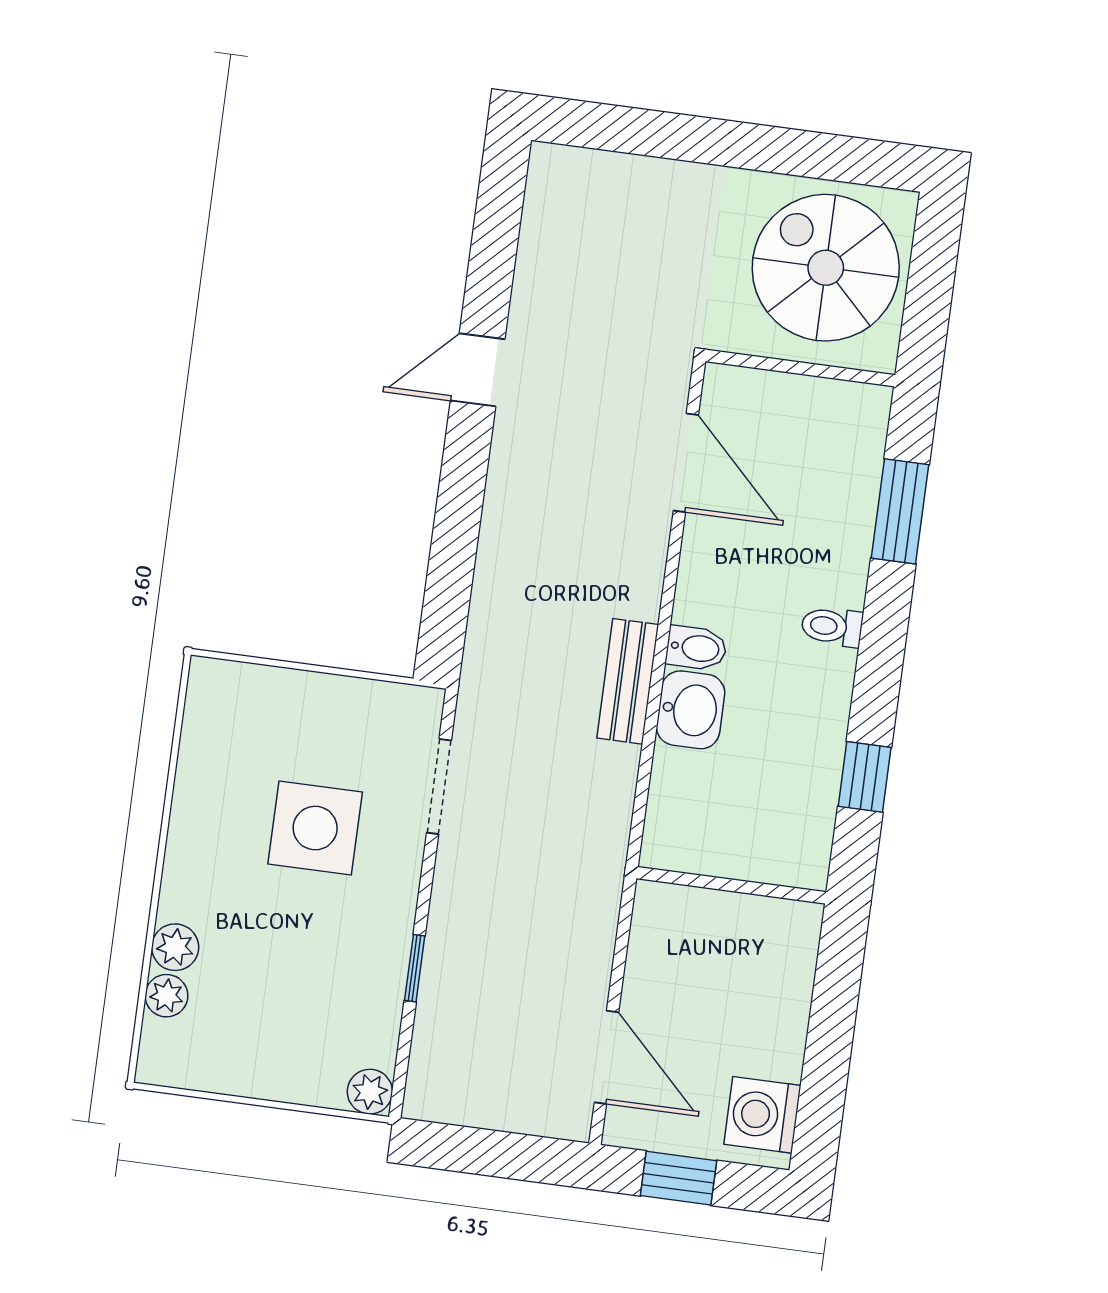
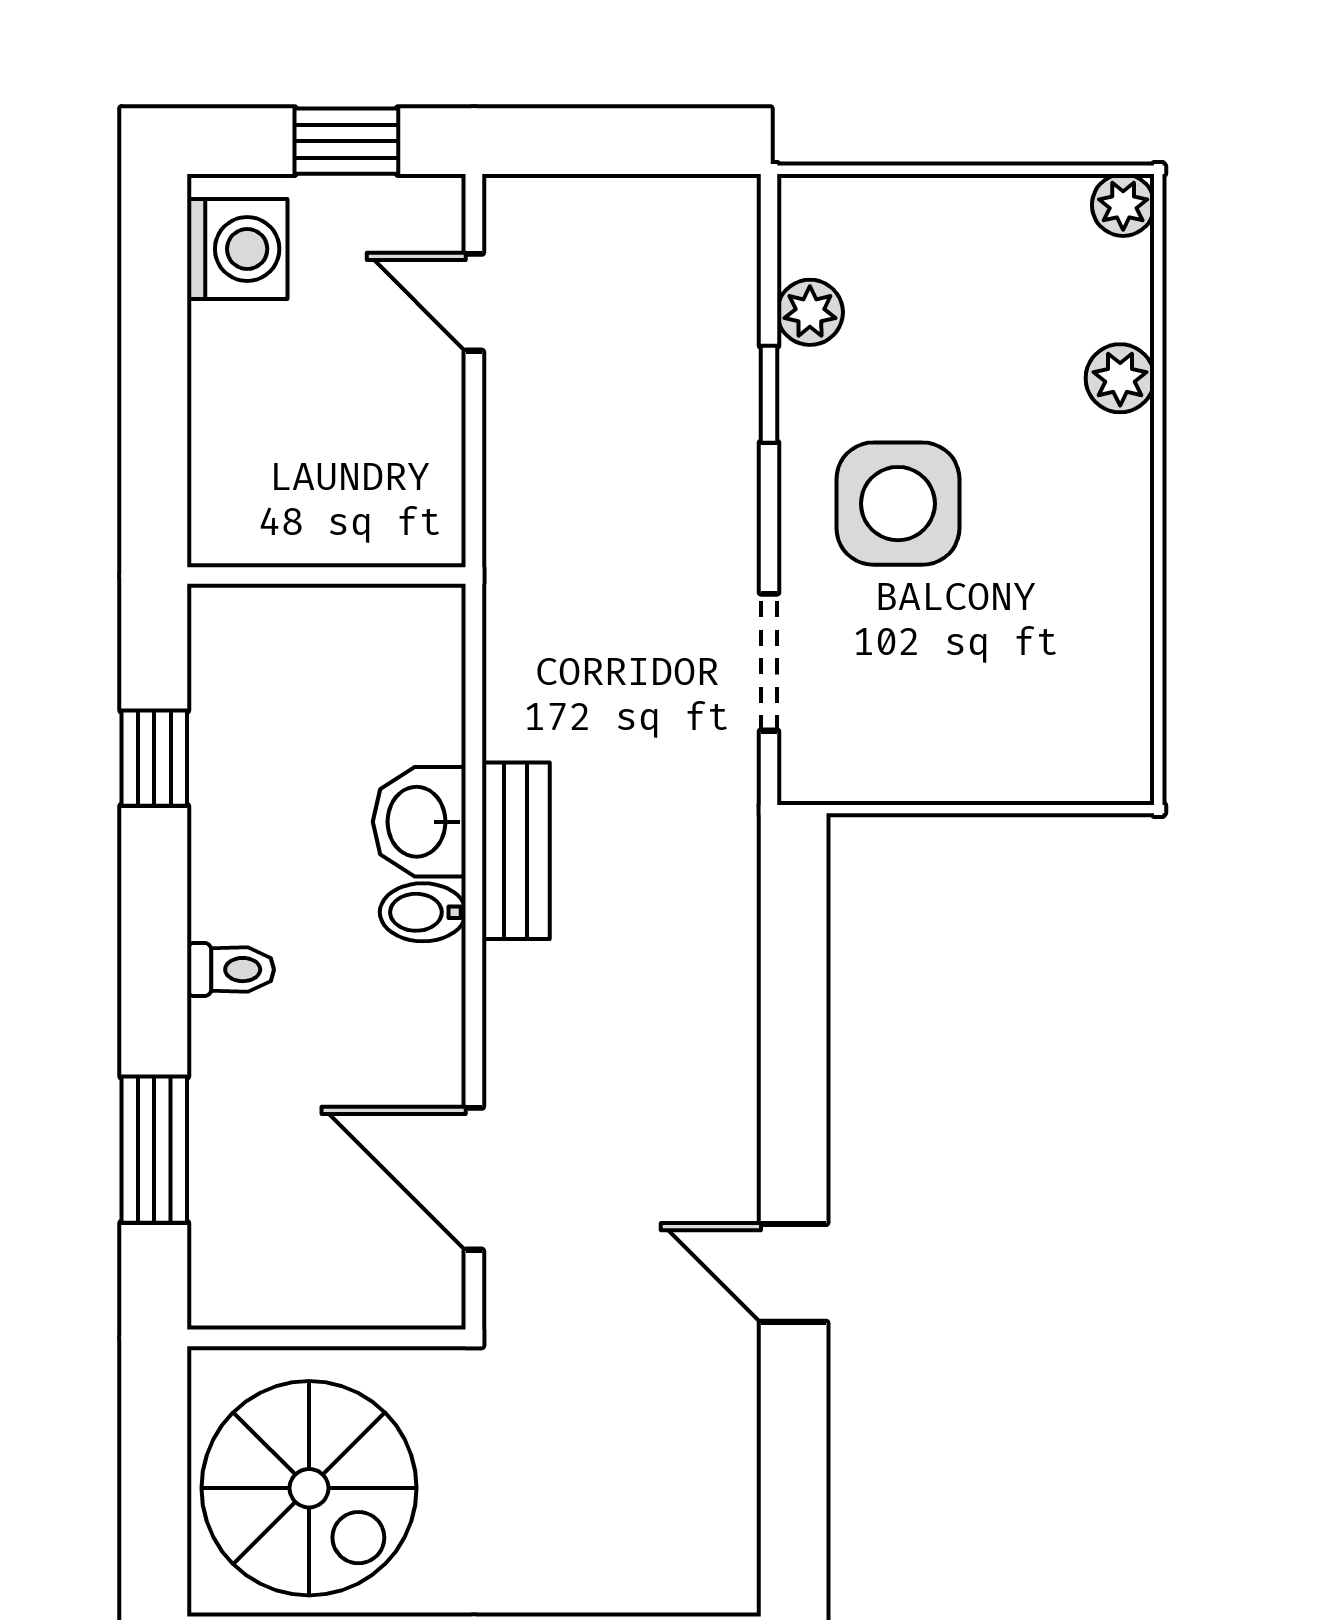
door: (478, 370) -> (794, 1273), swing flipped
side table: (315, 828) -> (898, 504), moved
plant: (166, 996) -> (1123, 205), moved
door: (607, 1057) -> (474, 302), width x0.73
plant: (370, 1092) -> (810, 312), moved

